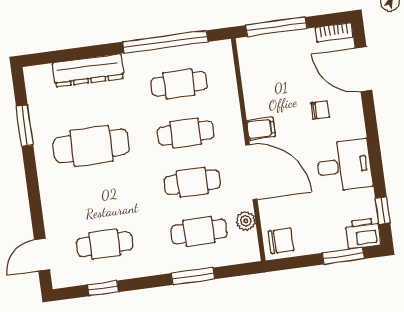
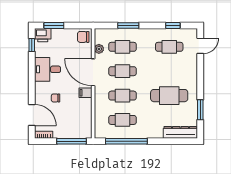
dresser: (88, 71) -> (180, 132), moved

